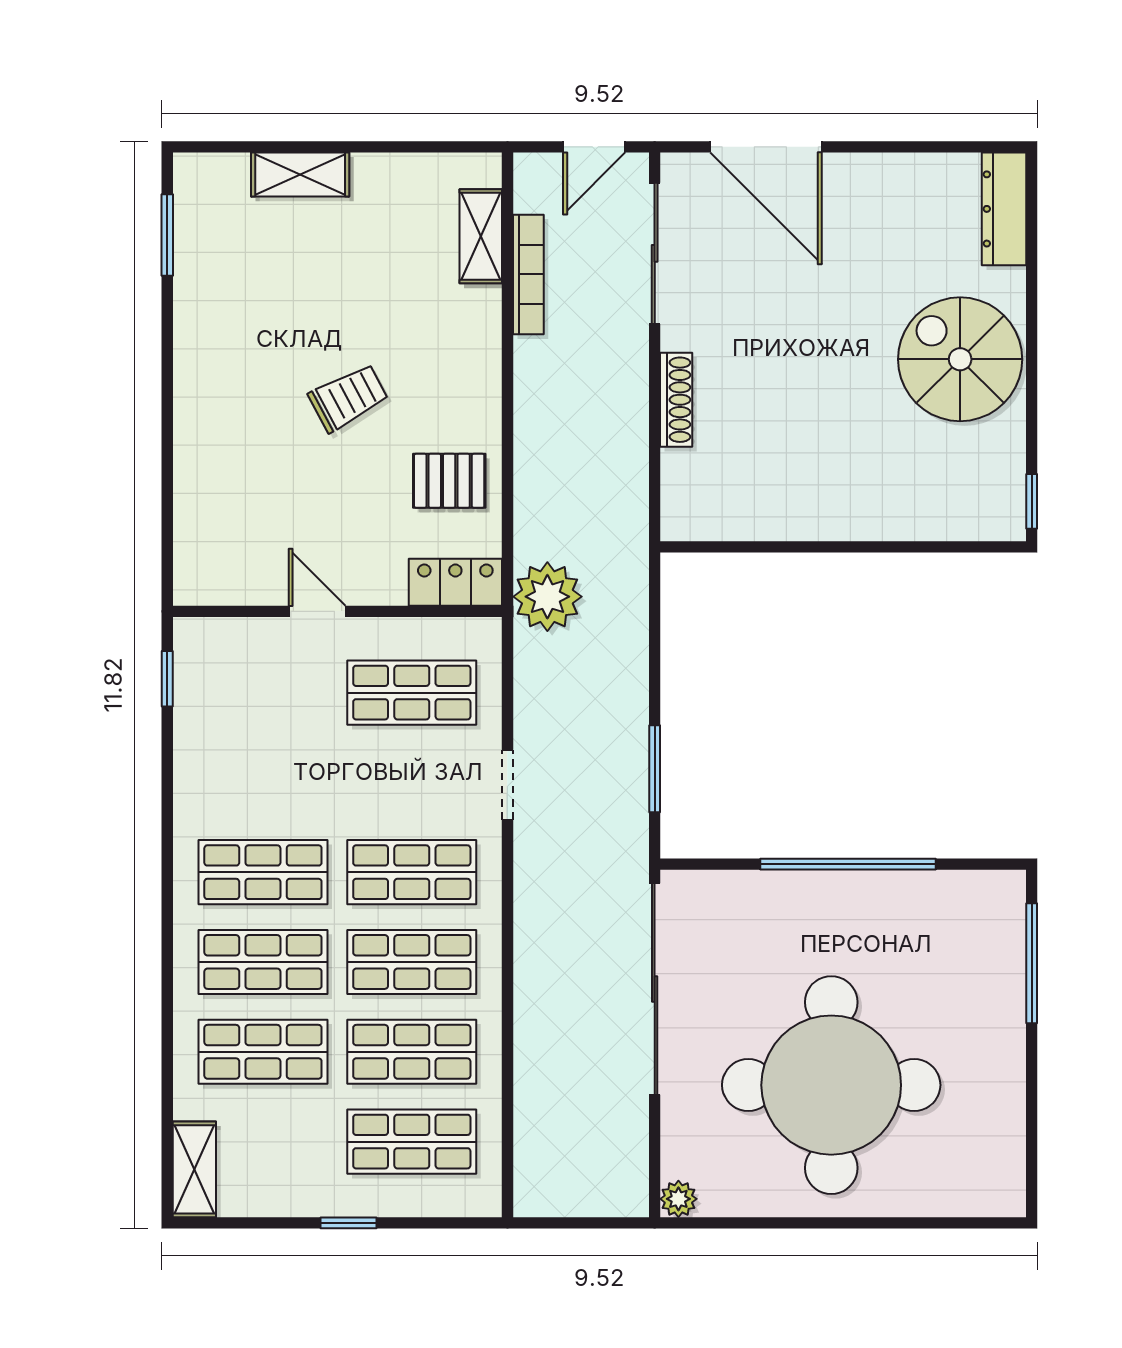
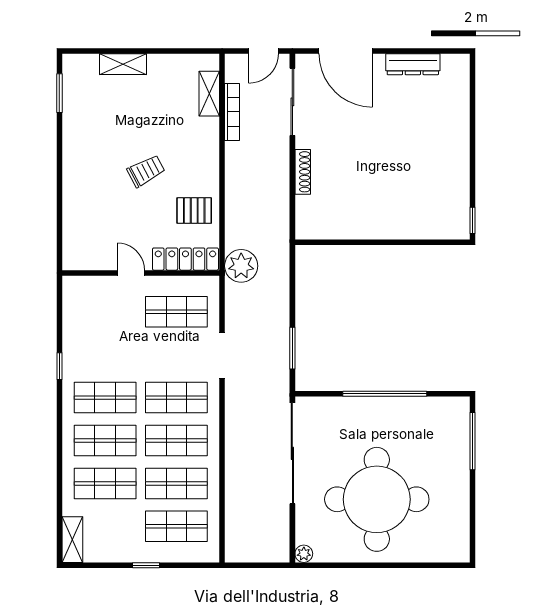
dresser: (1004, 209) -> (413, 64), moved, turned -90
spiral stairs: (960, 359) -> (438, 152), removed
locker: (455, 582) -> (185, 259), width x1.53
window: (167, 679) -> (59, 366), moved
doorway: (507, 785) -> (222, 356), width x1.38

